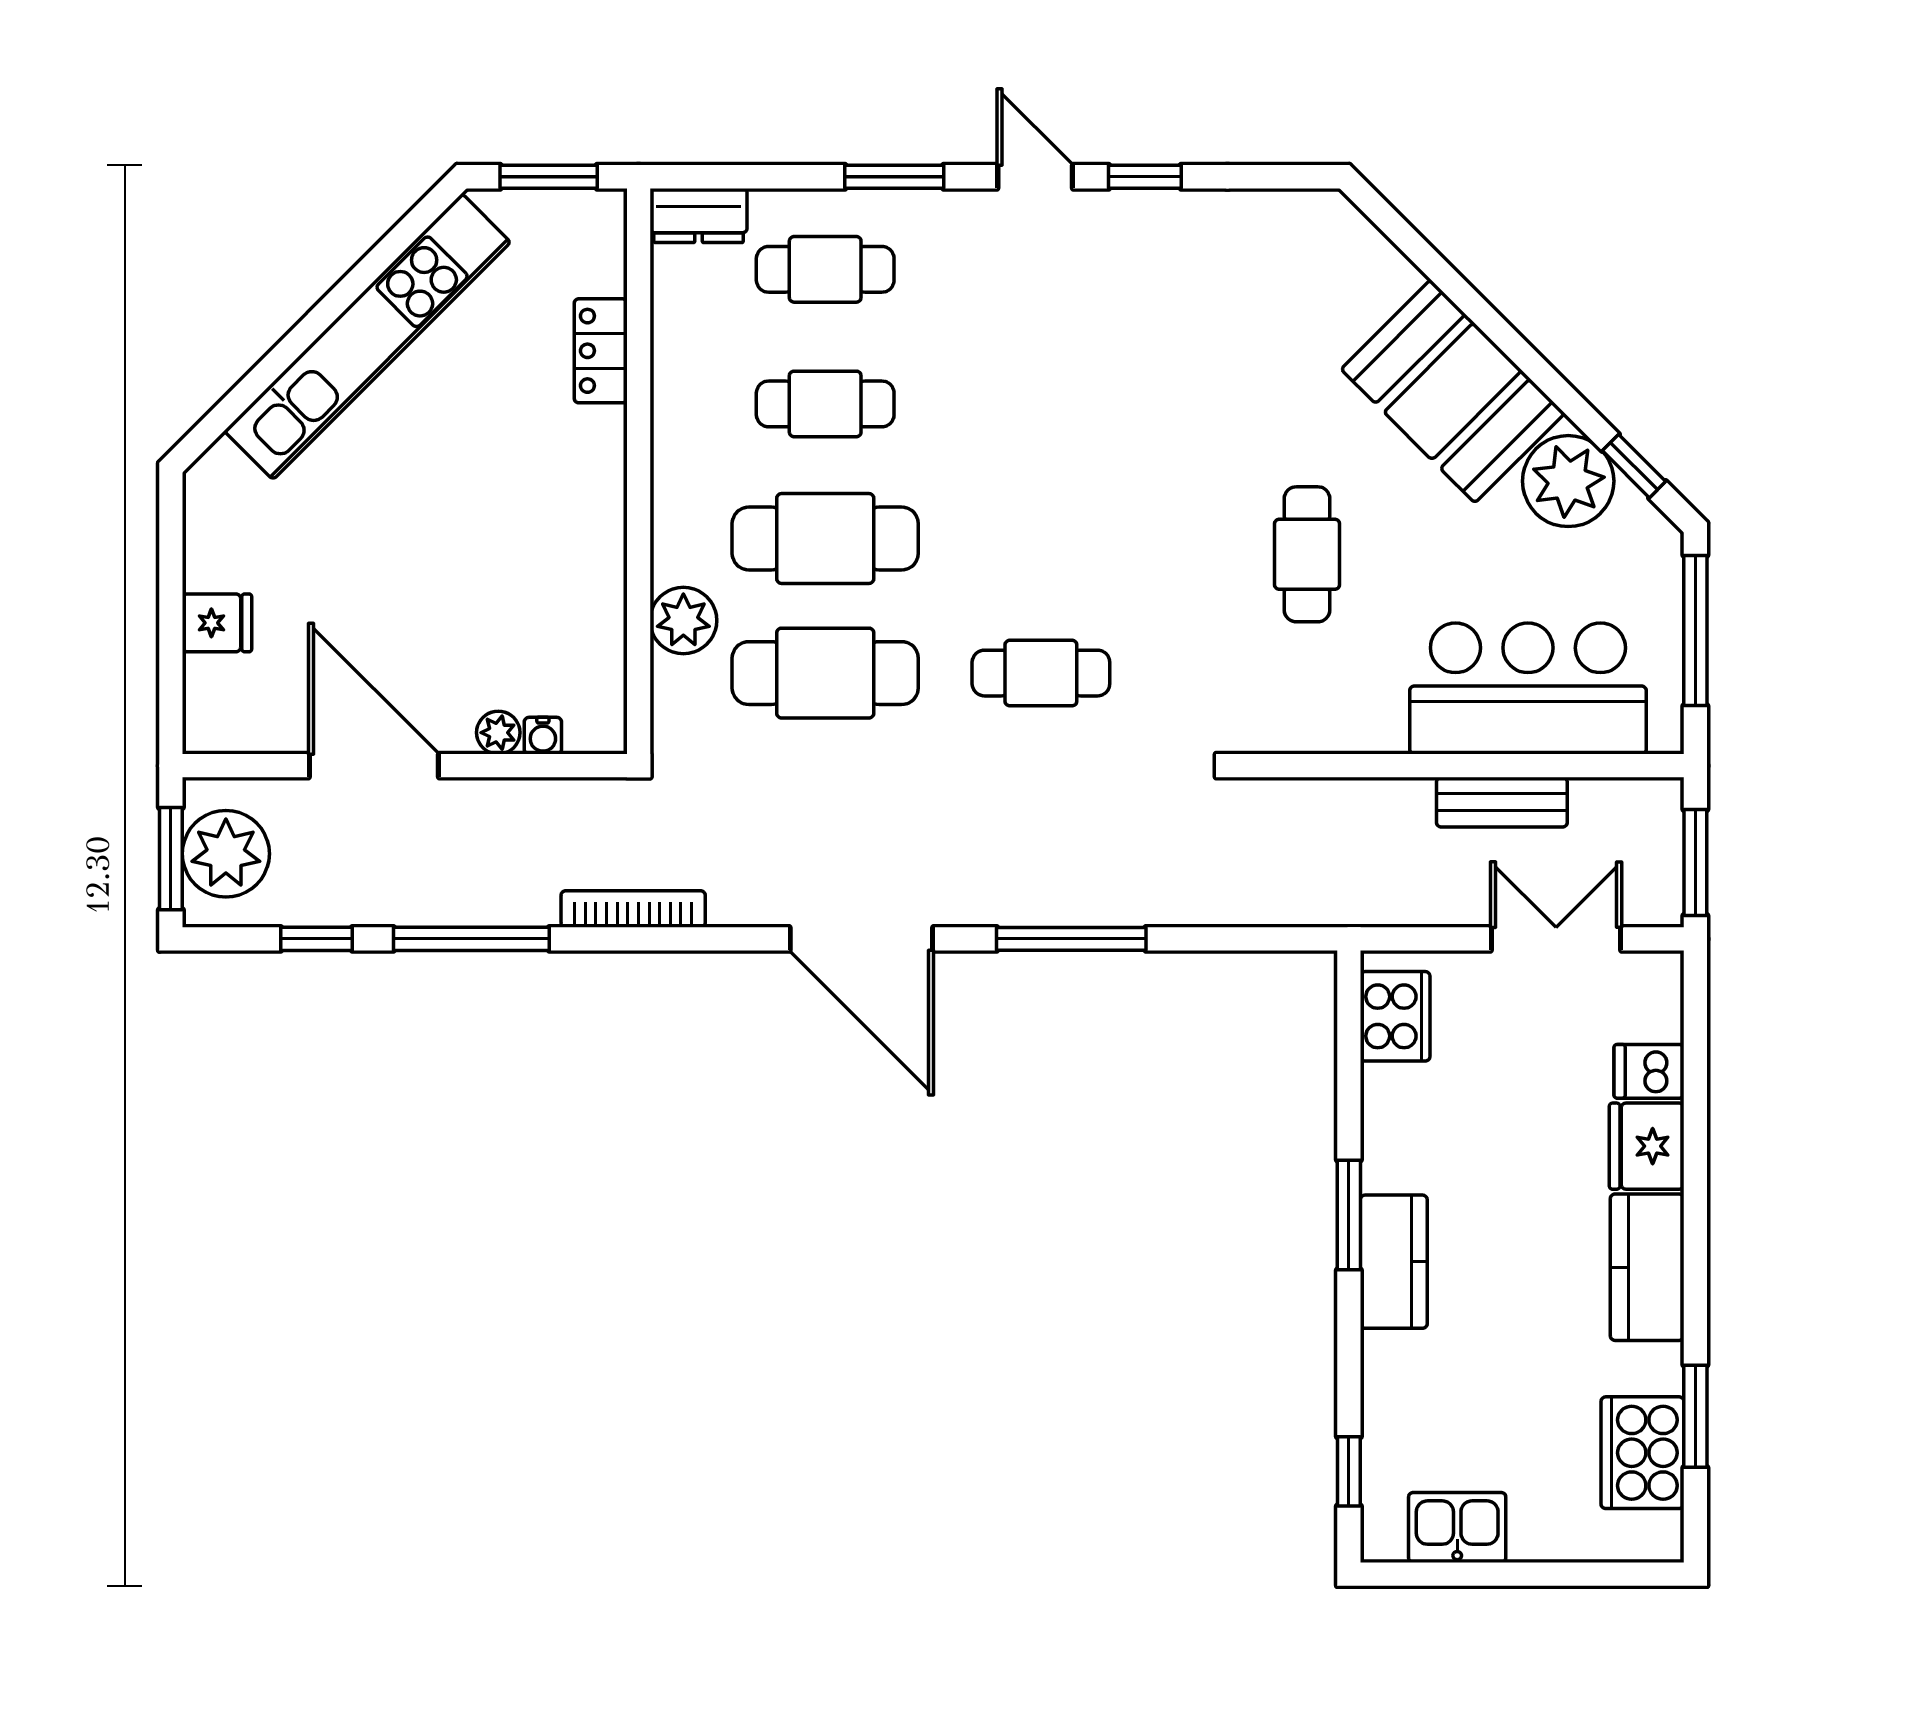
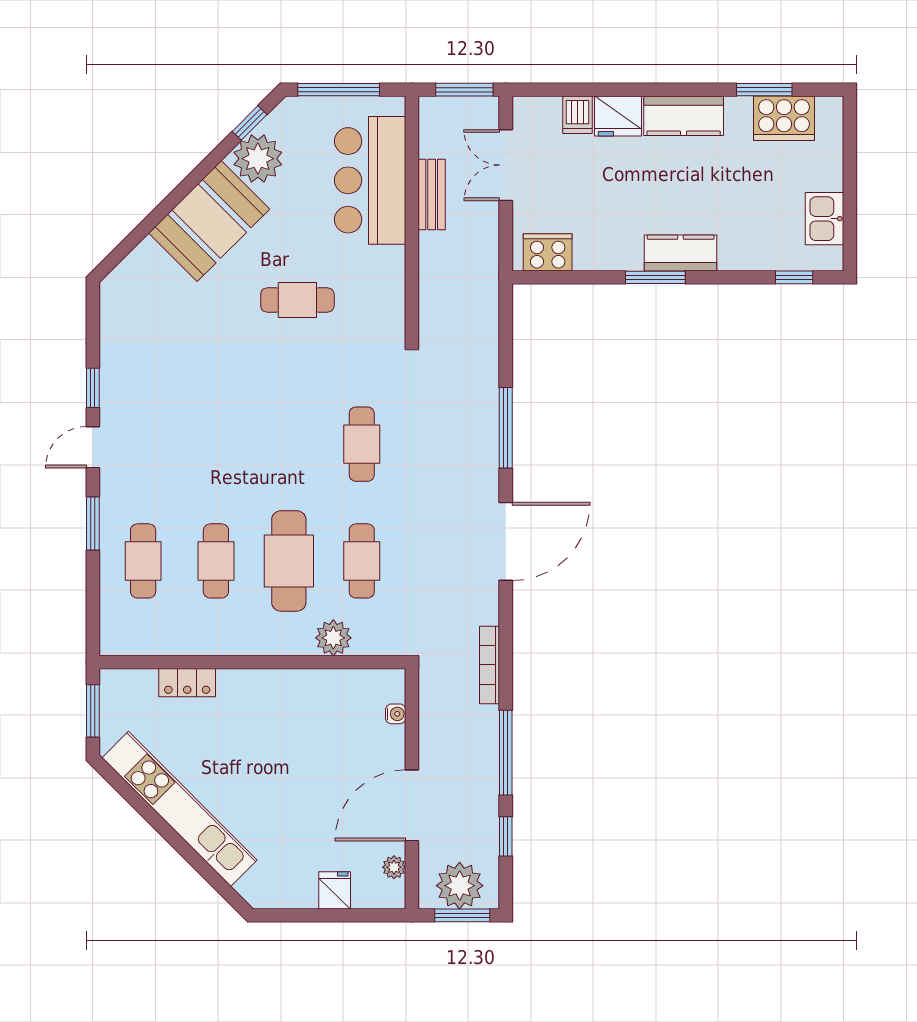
dresser: (699, 215) -> (114, 630), removed
cafe table: (825, 673) -> (362, 561), width x0.73, depth x0.74
plant: (498, 733) -> (394, 867), moved

